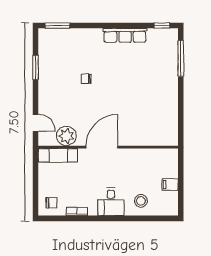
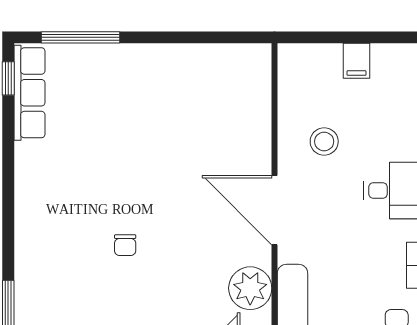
row of seats: (125, 35) -> (29, 93), moved
stool: (141, 201) -> (324, 141), moved

